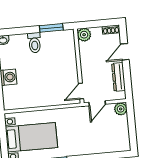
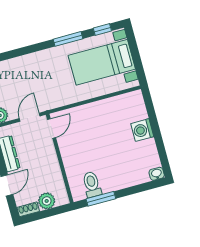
plant: (84, 35) -> (47, 201), moved
toilet: (35, 43) -> (92, 184), moved

